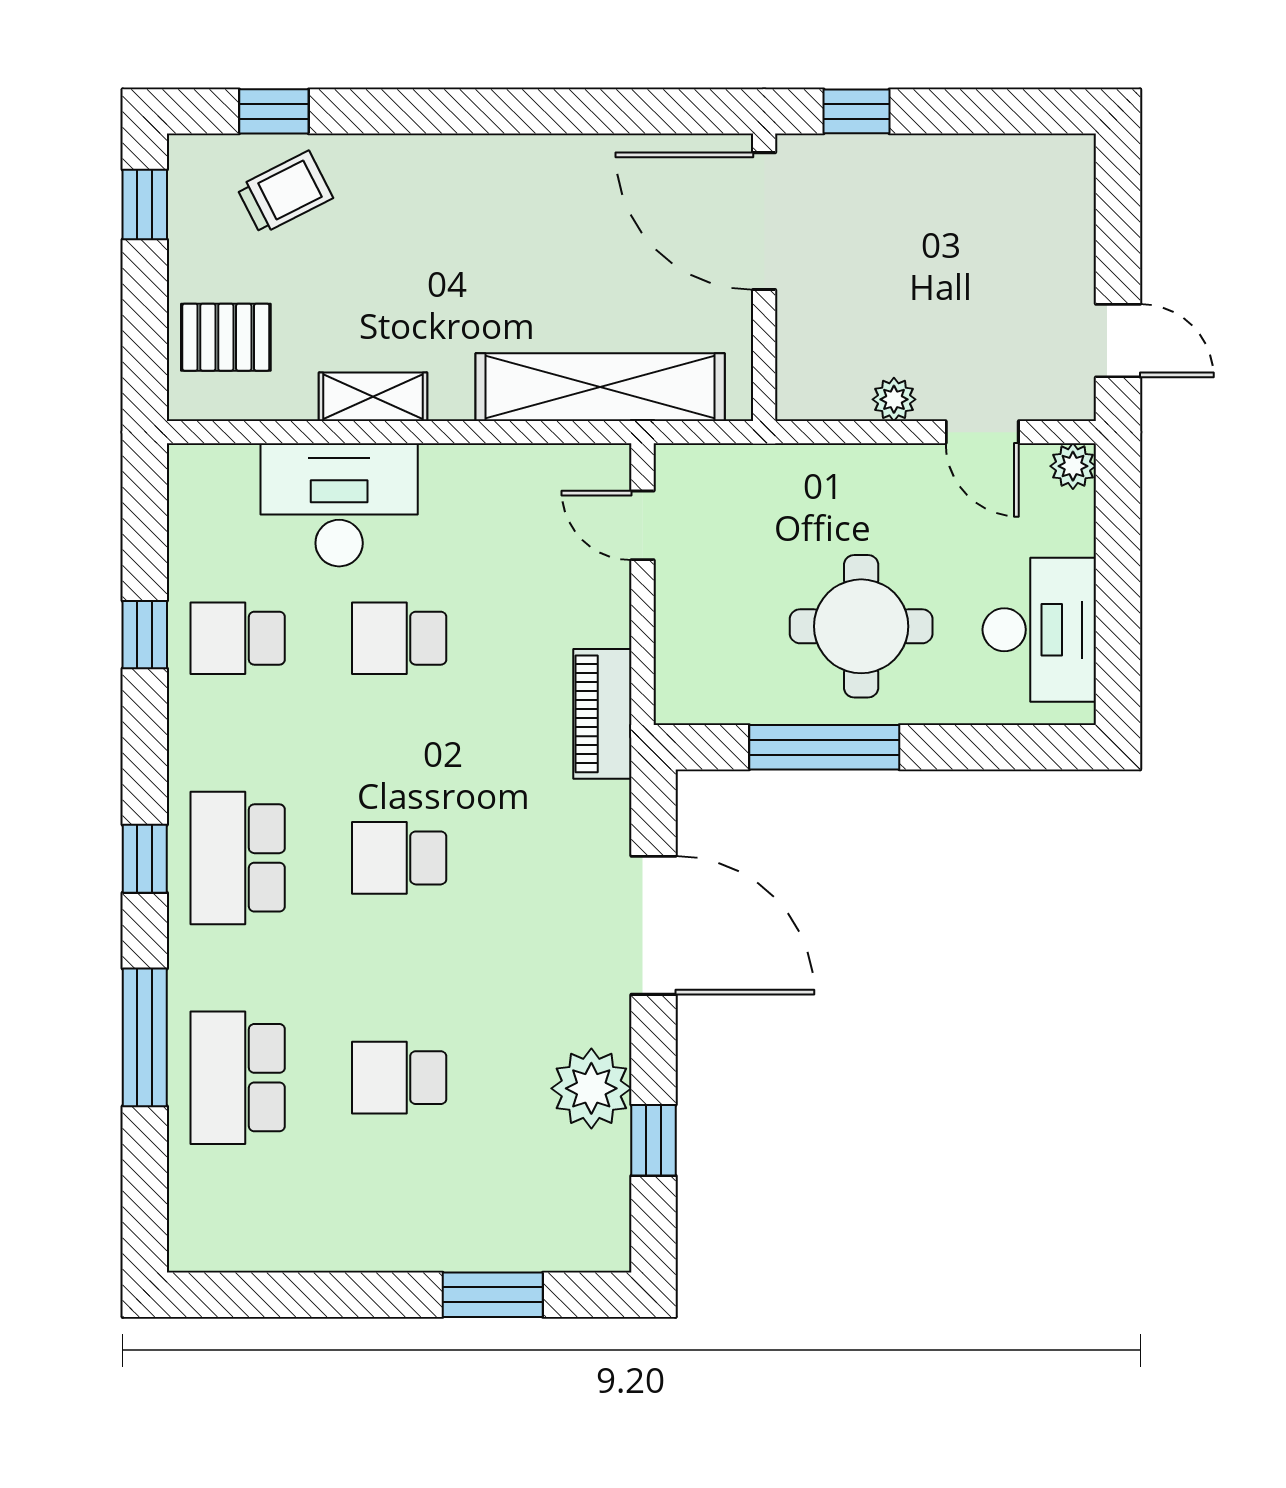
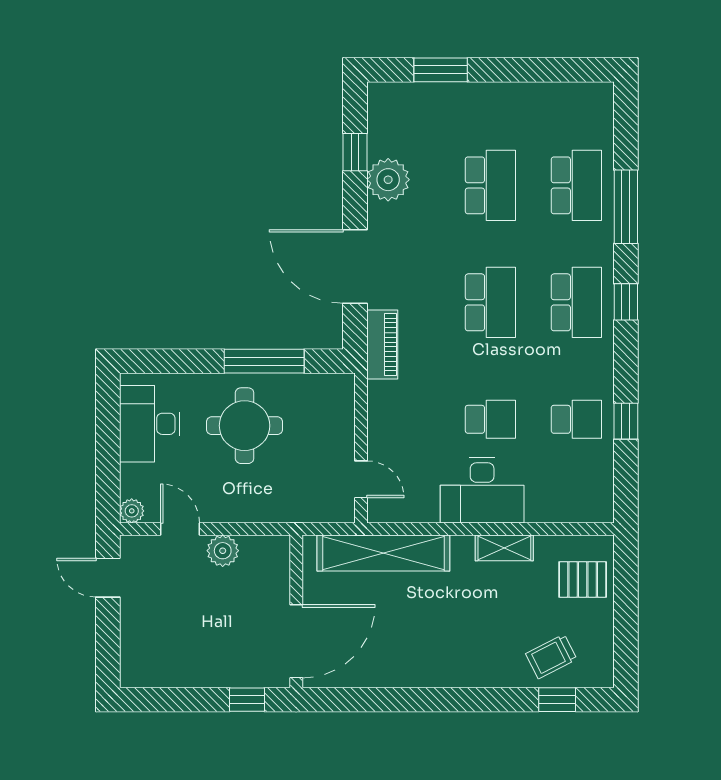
window: (145, 205) -> (626, 650), removed
door: (764, 221) -> (296, 641), hinge flipped
plant: (894, 399) -> (223, 551), width x1.38, depth x1.38
desk: (339, 505) -> (482, 490), moved
piano: (602, 714) -> (382, 345), moved
school desk: (399, 858) -> (490, 302), width x1.85
school desk: (399, 1078) -> (490, 185), width x1.85

